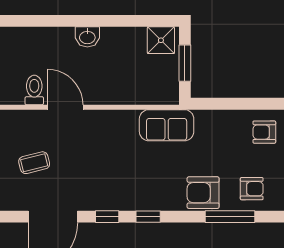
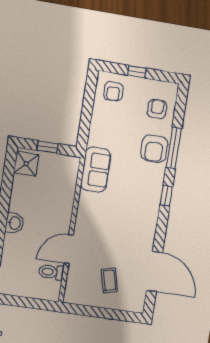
window: (185, 63) -> (48, 147), width x0.67
window: (107, 217) -> (161, 228), removed
window: (230, 217) -> (174, 148), moved

